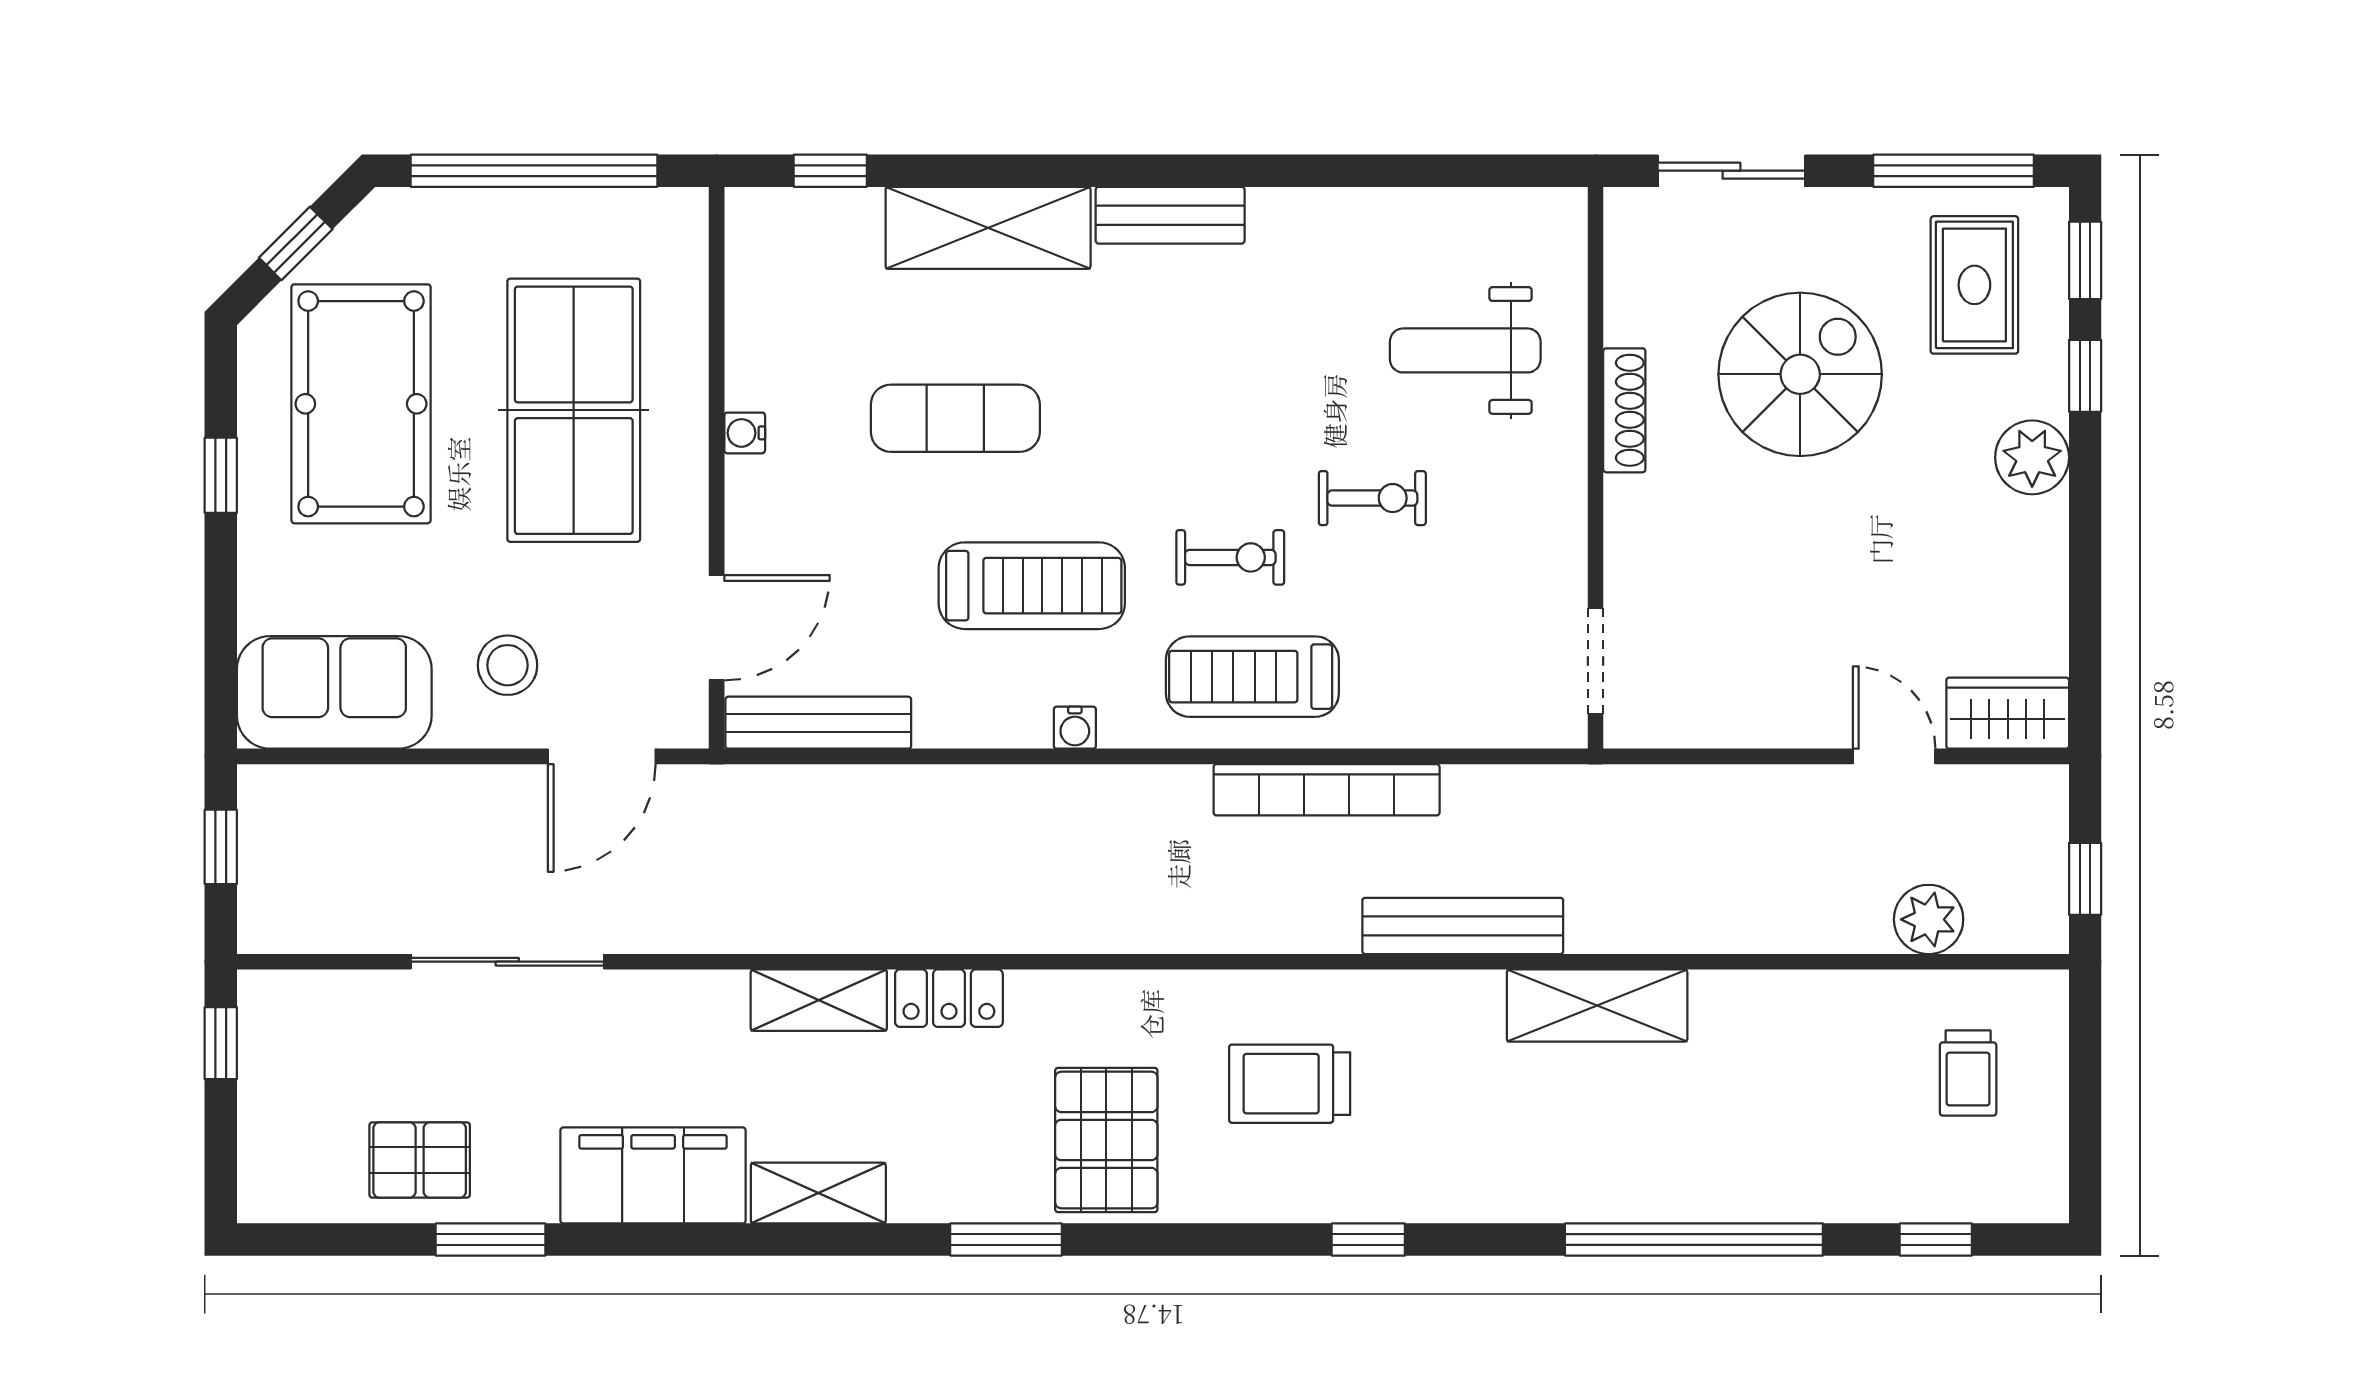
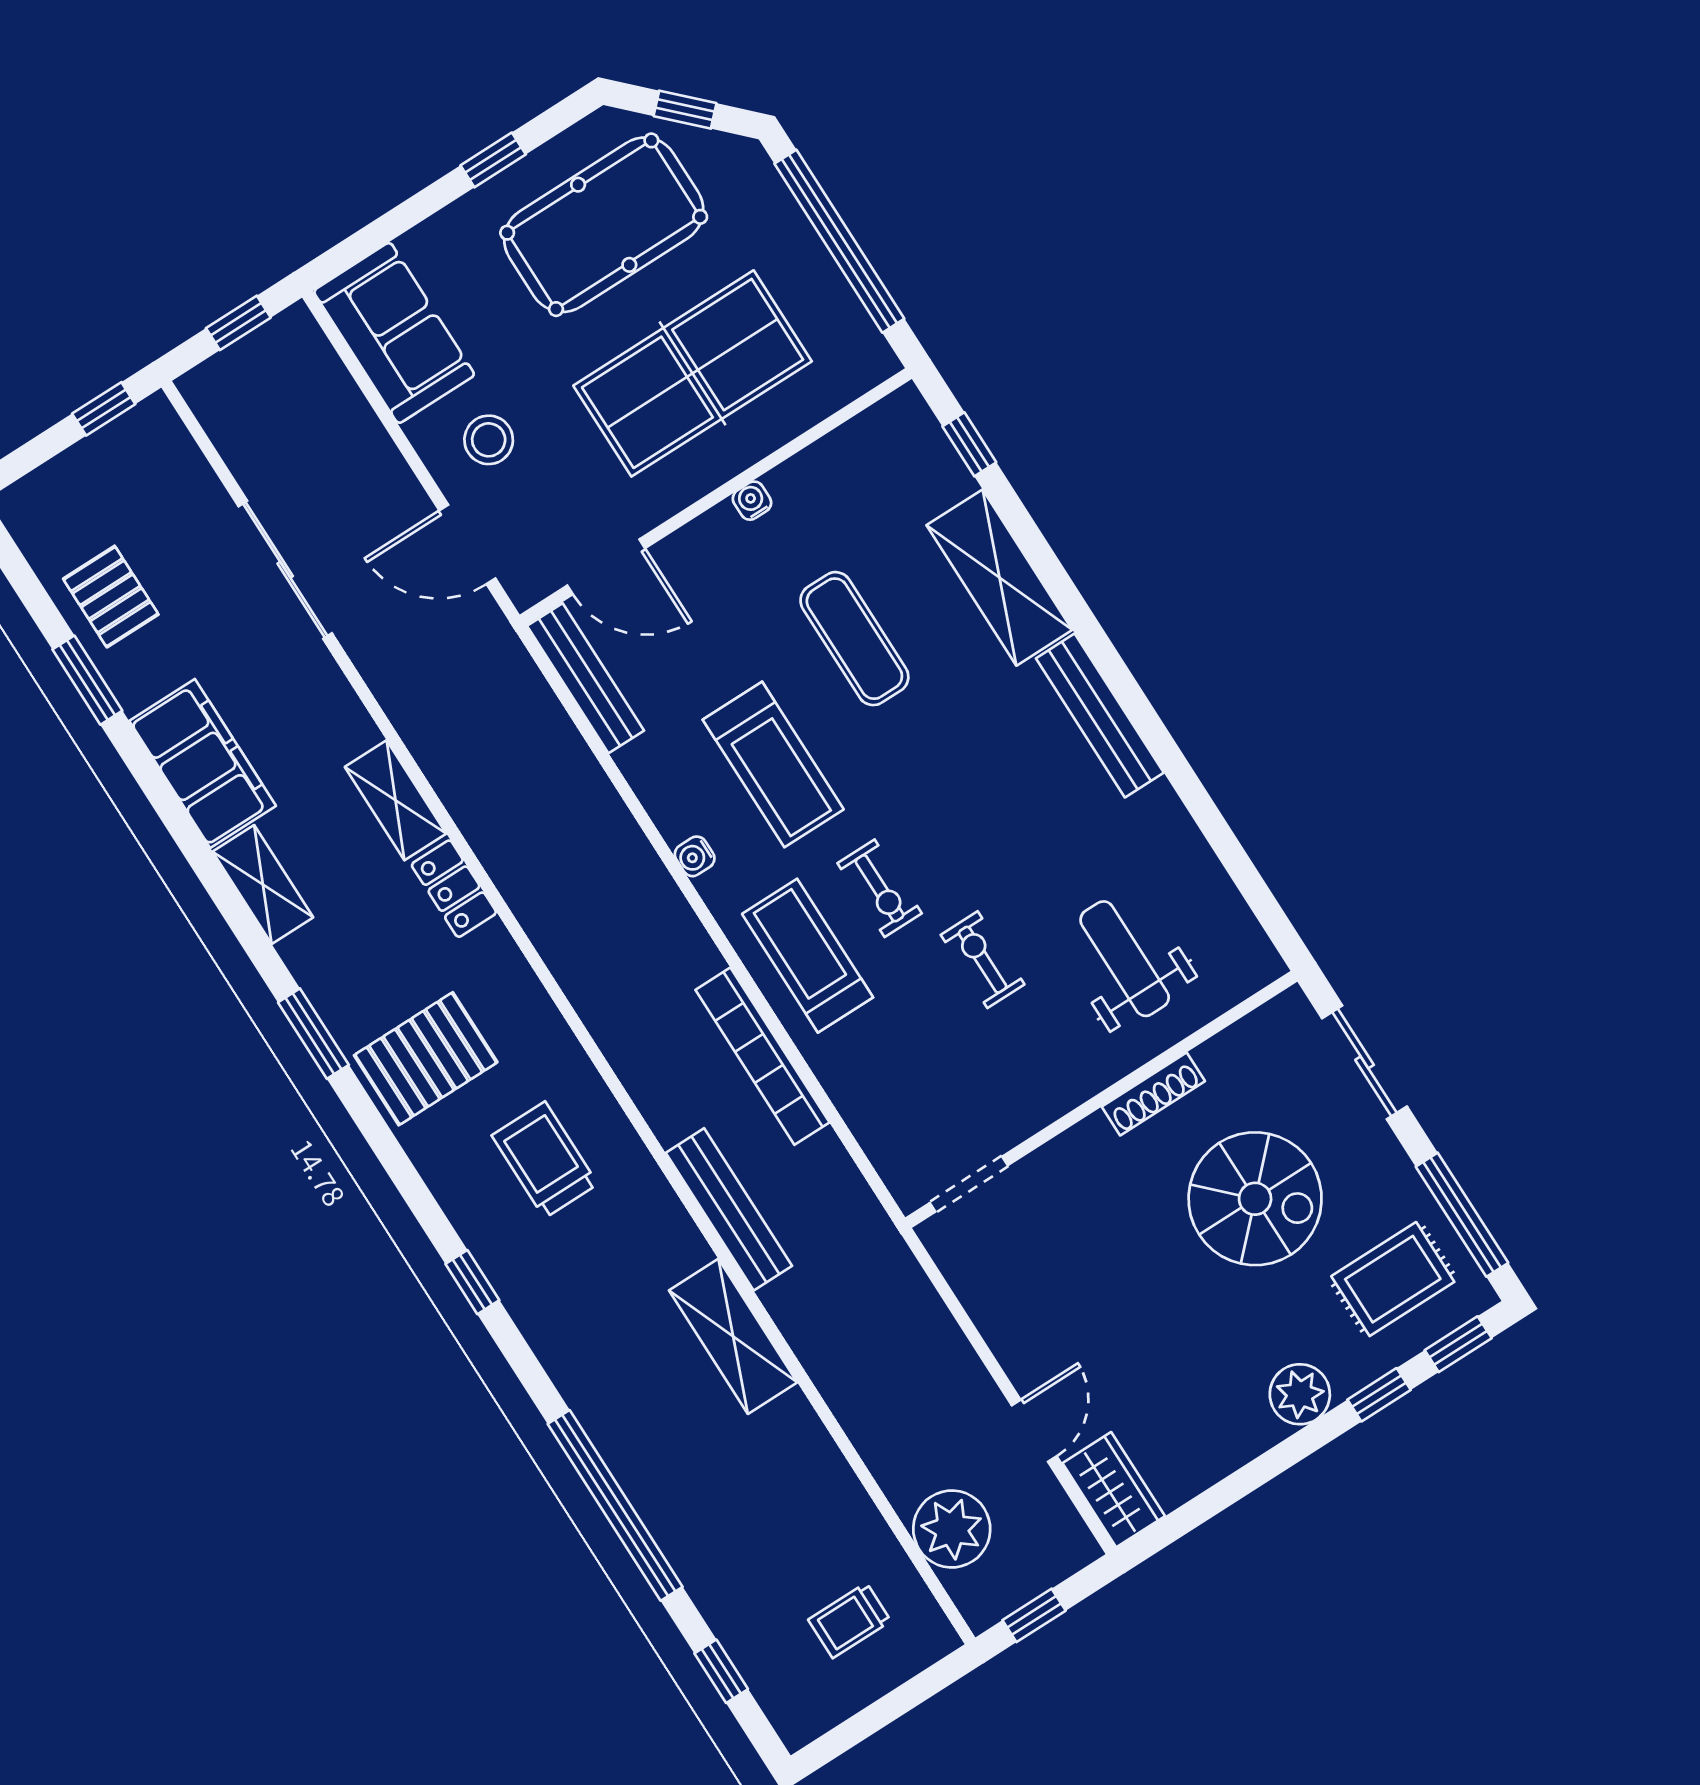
bench: (1170, 215) -> (1100, 715), width x1.36
exercise bike: (1372, 498) -> (983, 960), turned 180
plant: (1929, 919) -> (952, 1529), width x1.36, depth x1.36

